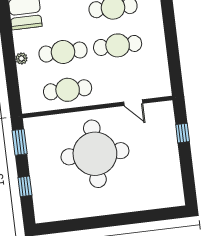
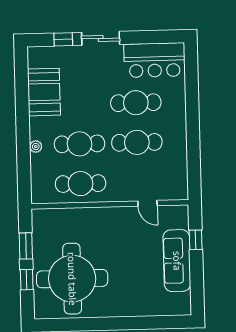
window: (20, 142) -> (26, 246), moved
round table: (95, 154) -> (72, 279), moved
sofa: (166, 155) -> (177, 261), added

